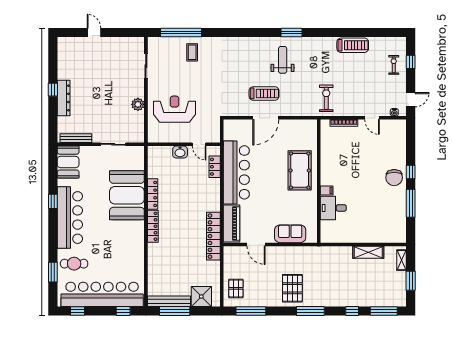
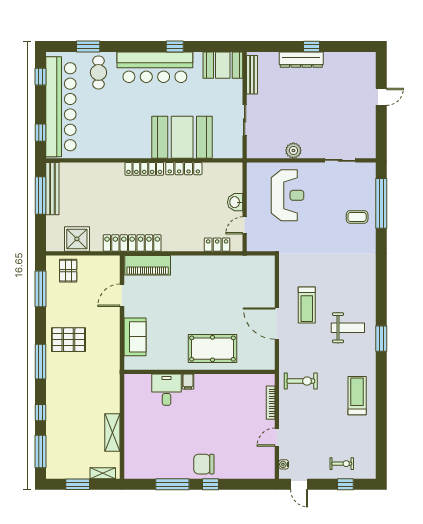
treadmill: (353, 45) -> (357, 396), moved, turned 180
door: (266, 118) -> (277, 324), moved
bar counter: (236, 172) -> (210, 271), removed
pallet: (236, 288) -> (68, 271), turned 90
shower: (201, 297) -> (77, 239), moved

